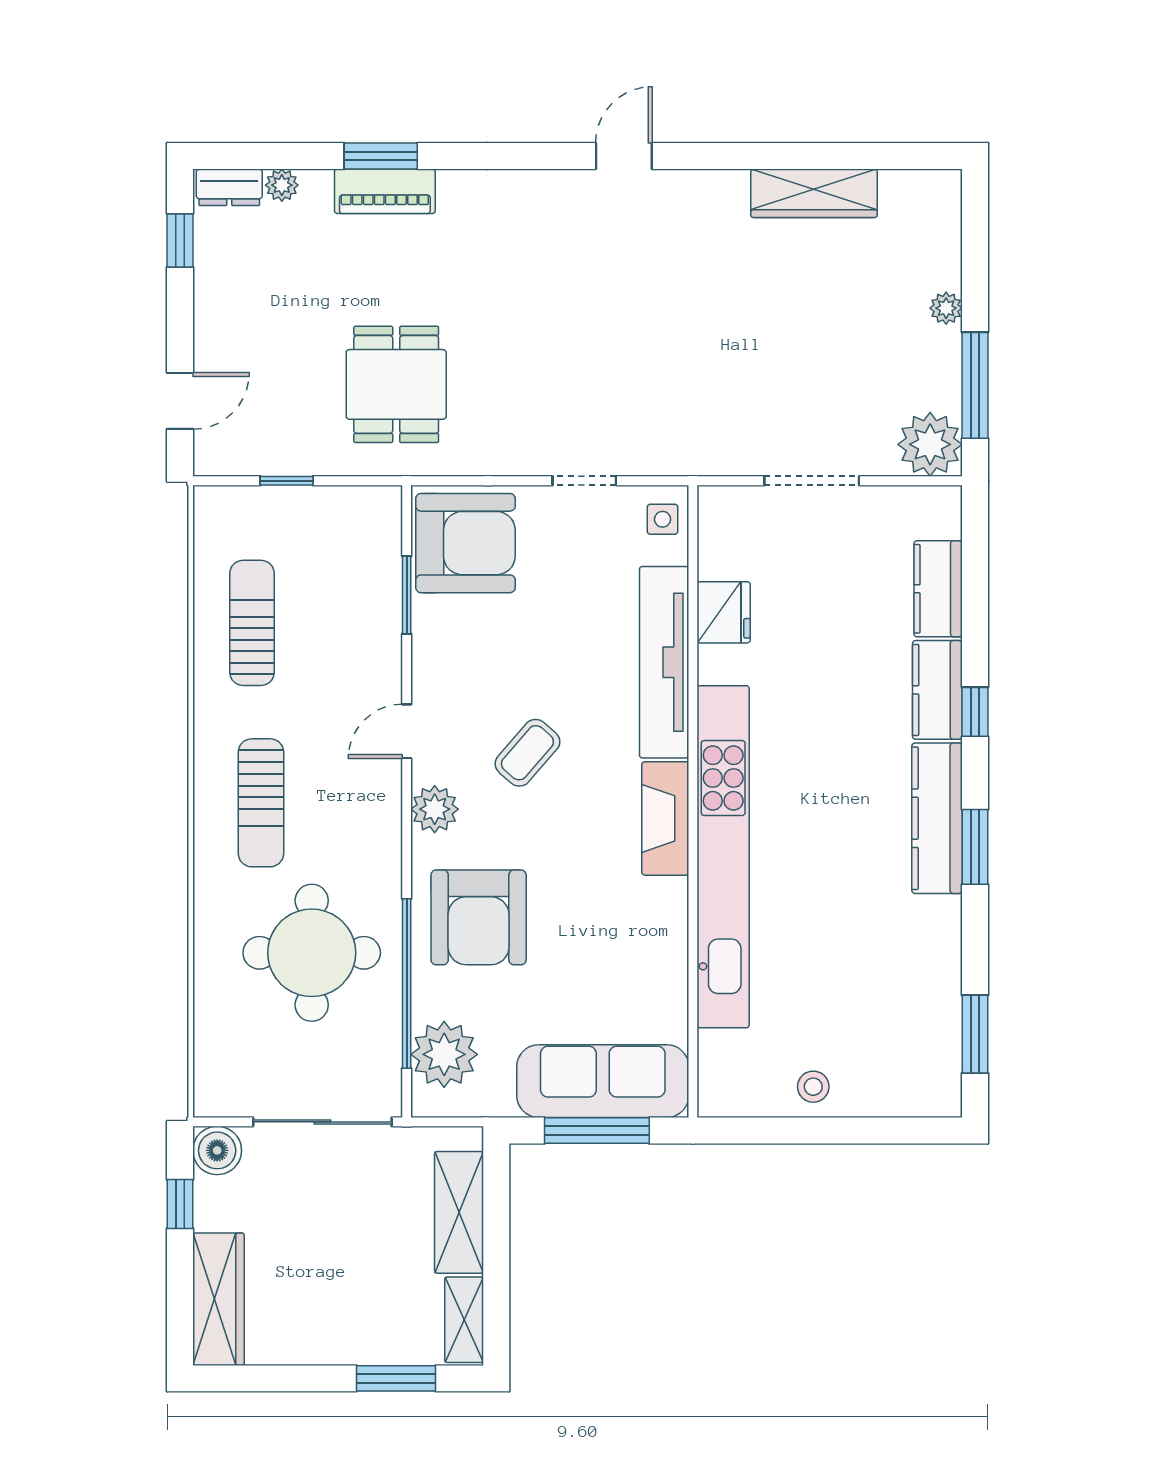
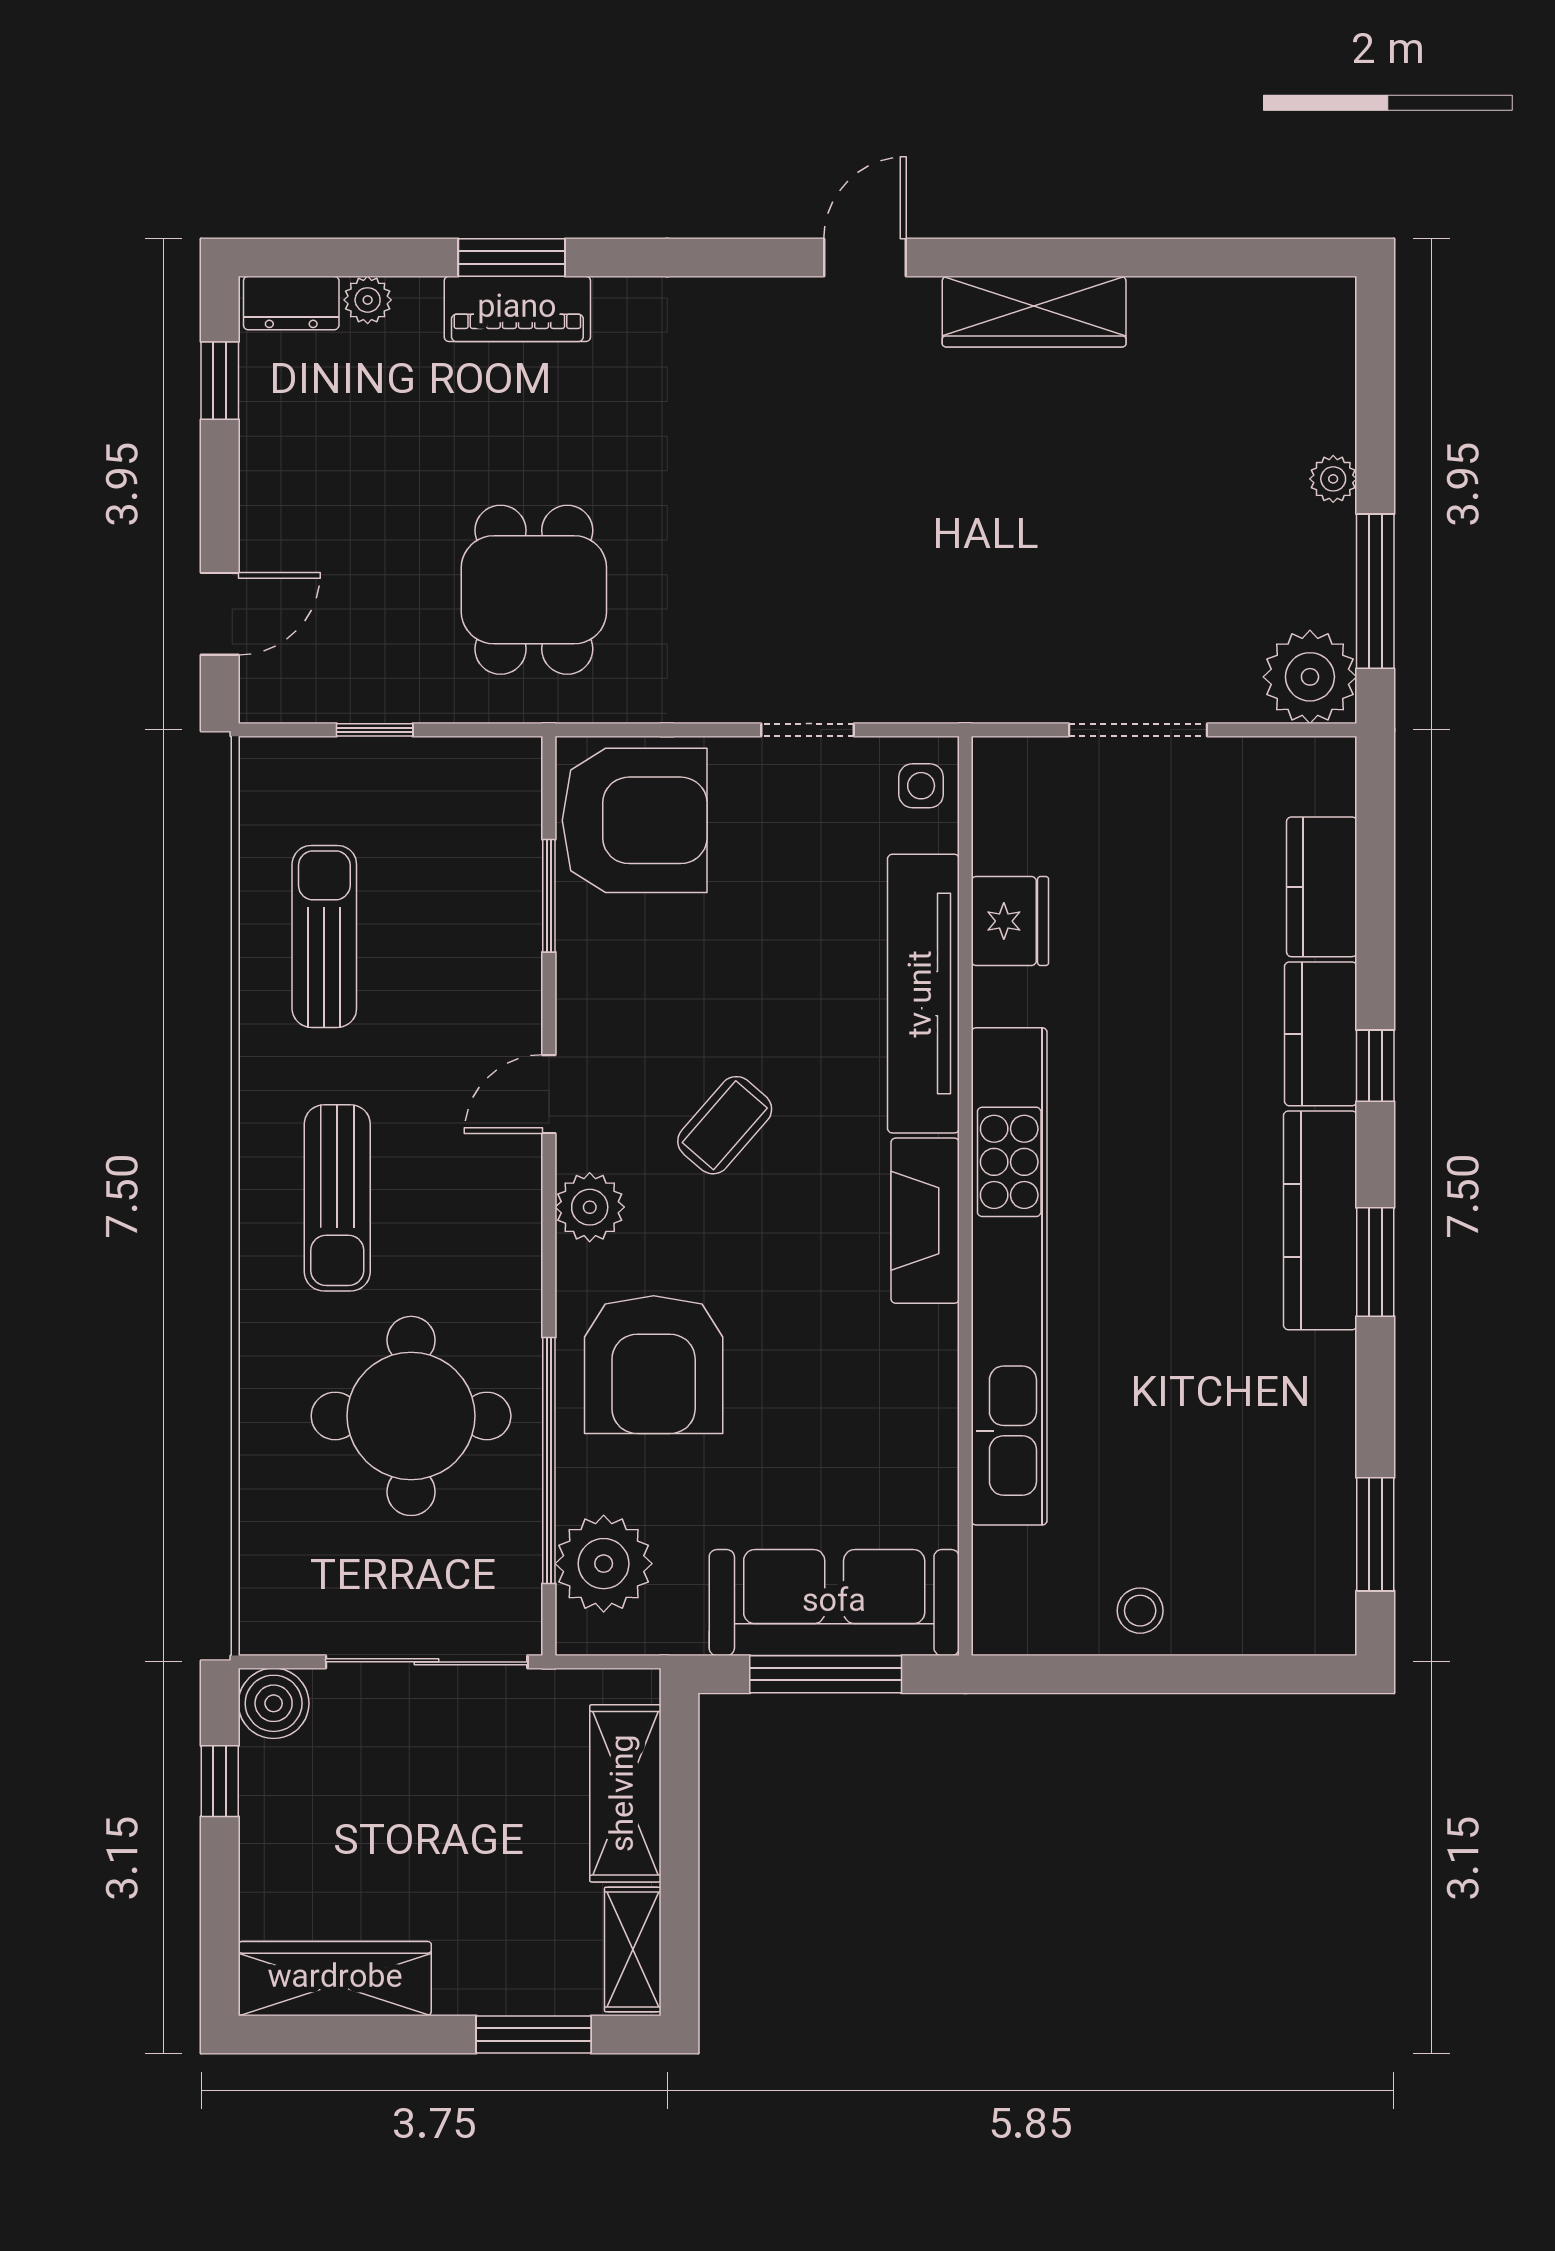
wardrobe: (814, 193) -> (1034, 312), moved
wardrobe: (219, 1299) -> (335, 1979), moved, turned -90

